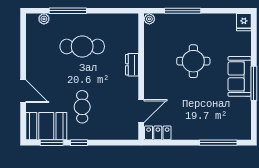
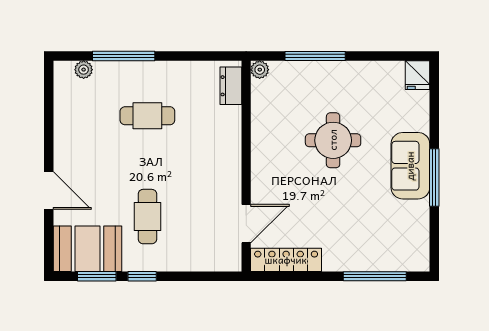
cafe table: (82, 46) -> (147, 116), width x0.73, depth x0.74
dresser: (132, 65) -> (231, 86), moved
locker: (158, 133) -> (286, 260), width x1.53

